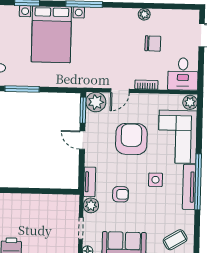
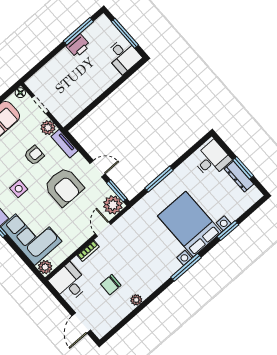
window: (22, 89) -> (159, 179), moved
armchair: (131, 139) -> (64, 187), moved
armchair: (121, 194) -> (34, 155), turned 180

